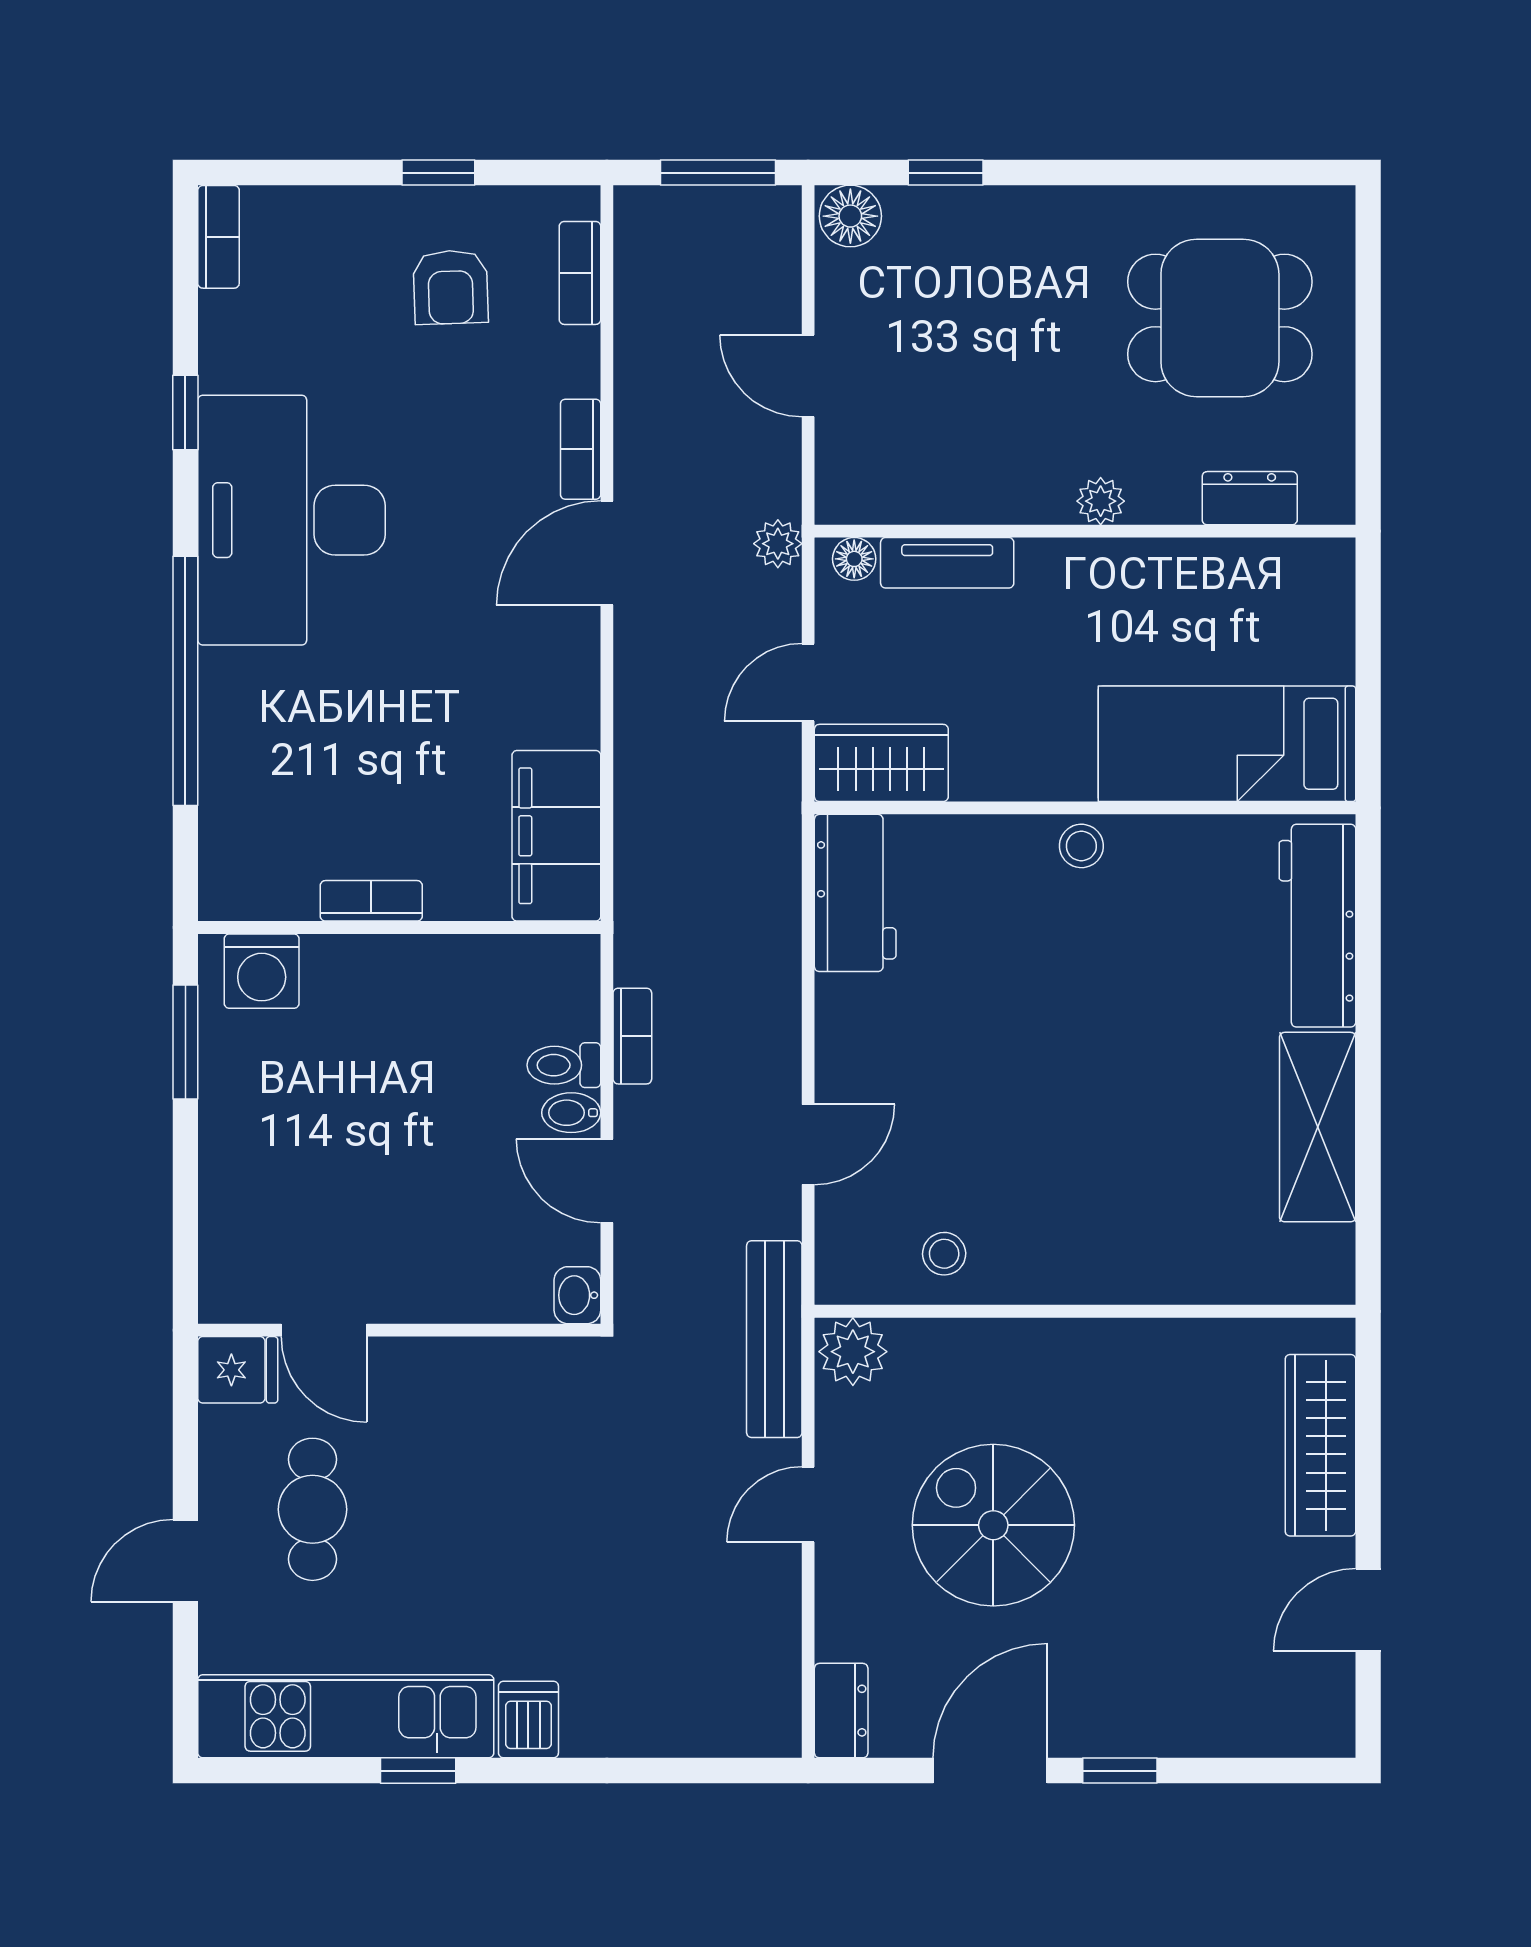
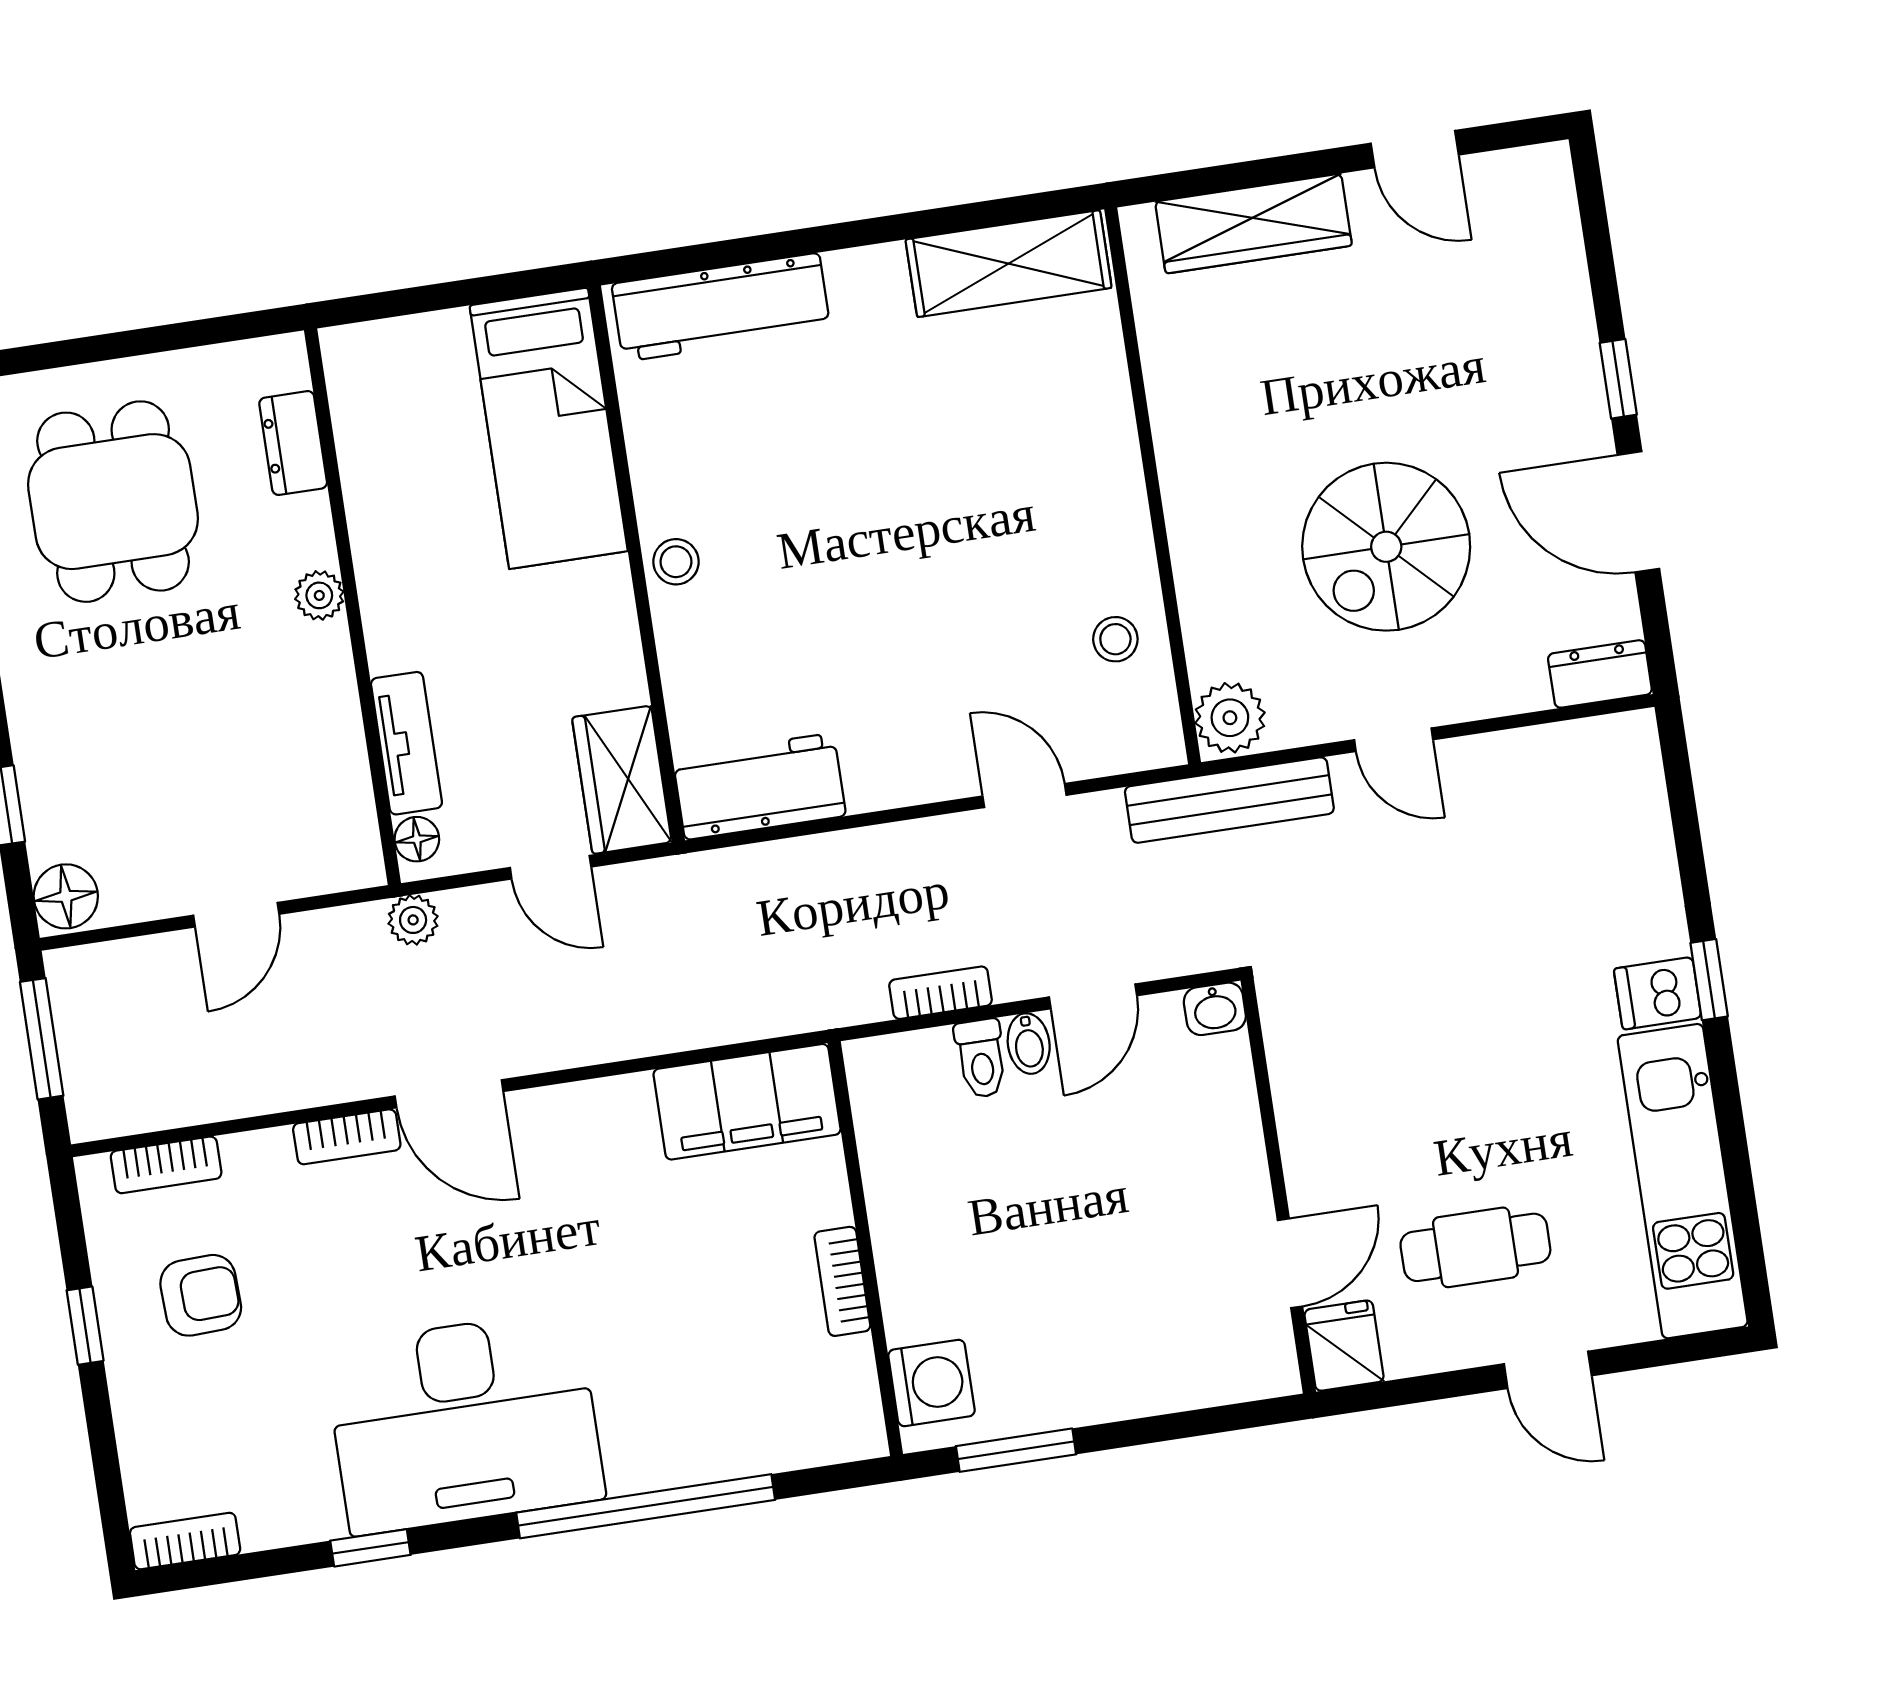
shelving: (1318, 1127) -> (1009, 264), moved
window: (418, 1771) -> (1709, 980), moved

